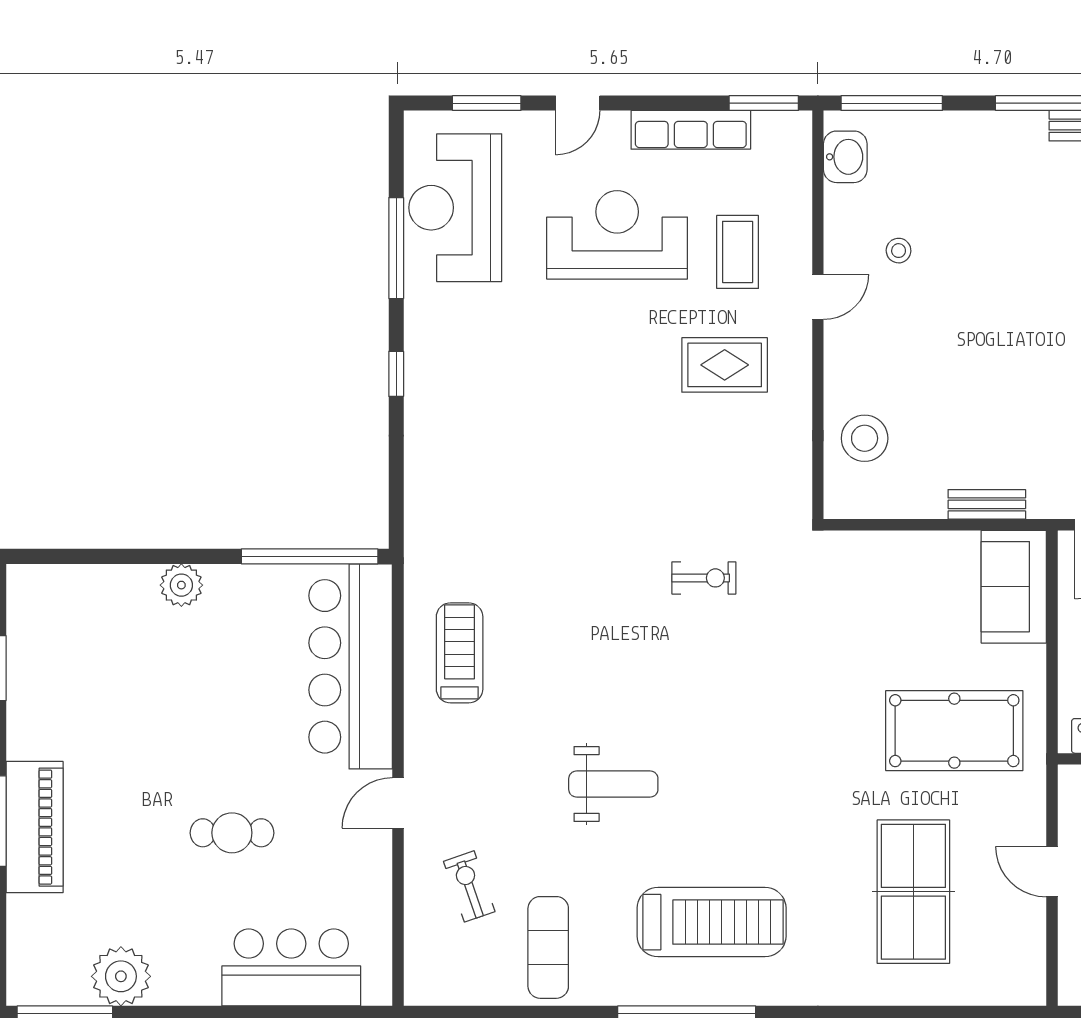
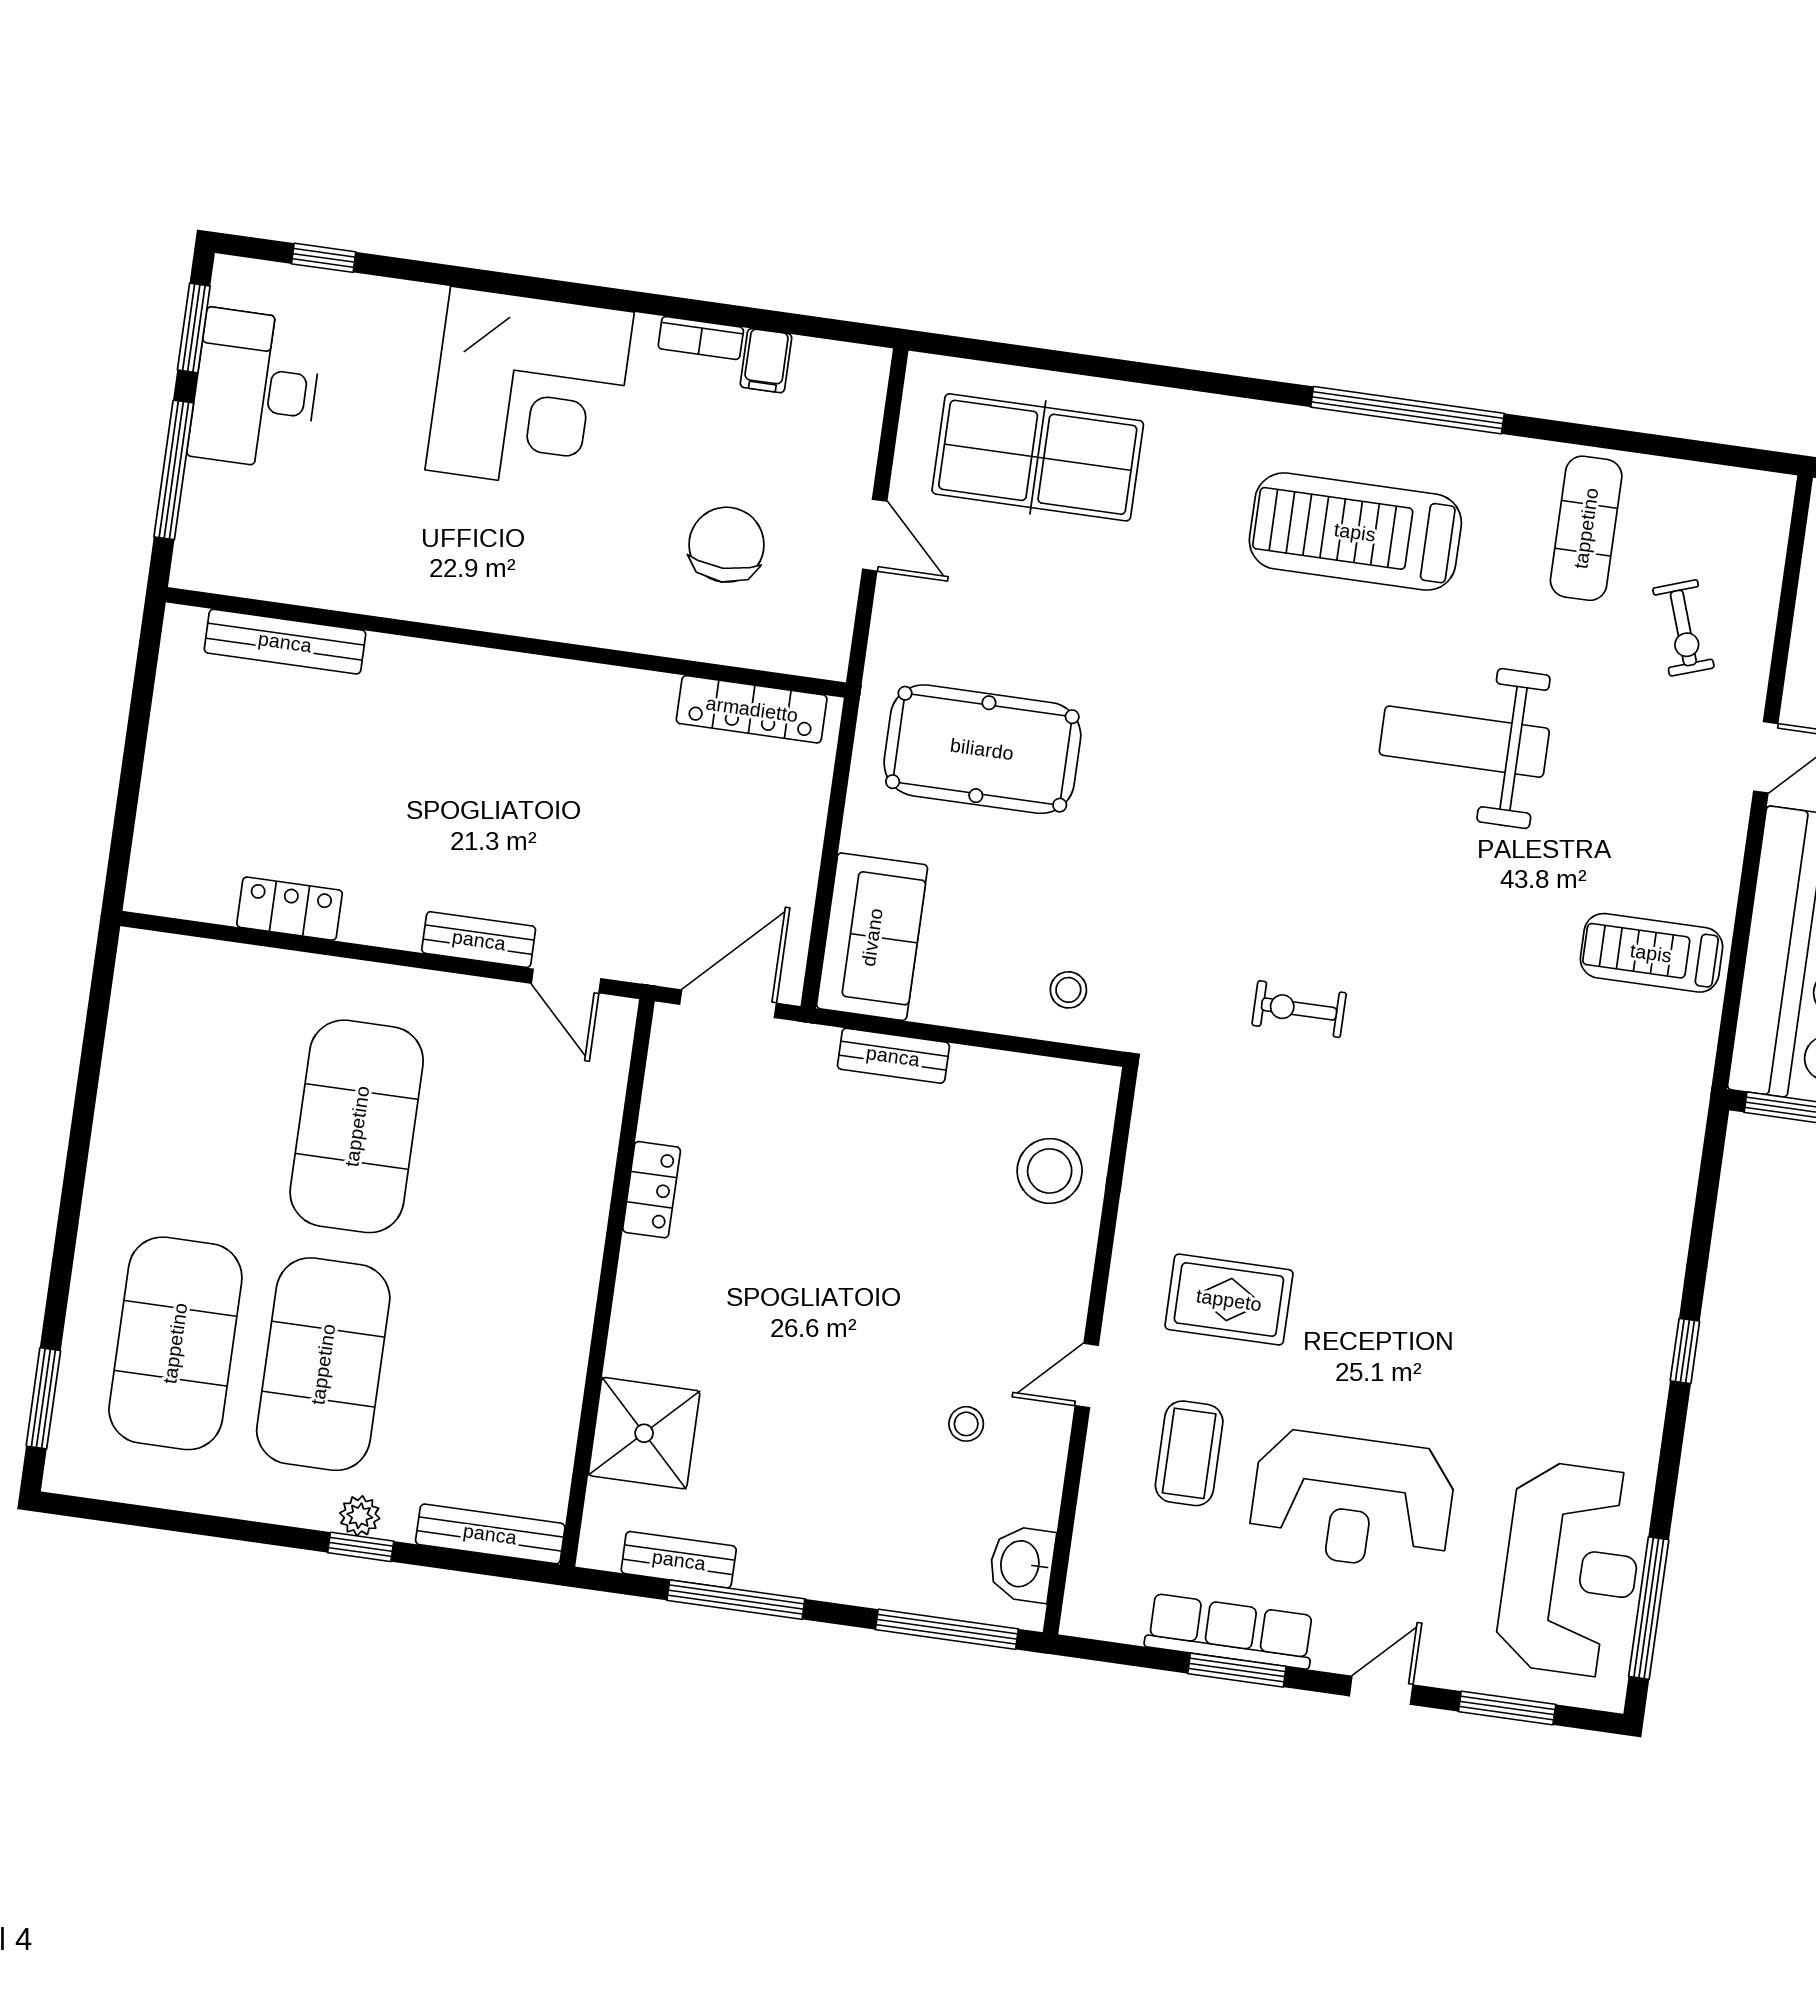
window: (764, 103) -> (1237, 1670), moved
window: (396, 248) -> (1649, 1608), moved
stool: (869, 569) -> (1068, 990), added
treadmill: (460, 653) -> (1651, 953), turned 90
weight bench: (613, 784) -> (1464, 742), width x1.36, depth x1.33
table tennis table: (913, 892) -> (1038, 457), moved, turned 90

